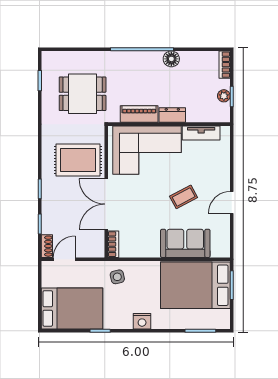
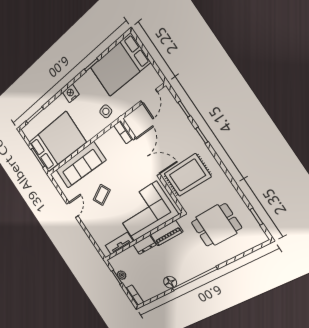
sofa: (185, 243) -> (80, 165), width x1.36
shoe rack: (47, 246) -> (168, 97), removed

